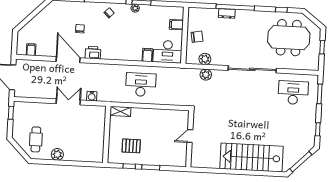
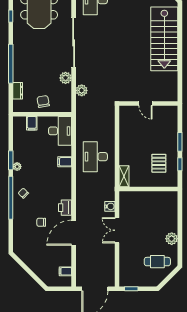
dresser: (227, 14) -> (18, 91), moved
filing cabinet: (147, 55) -> (65, 162), moved
plant: (205, 59) -> (66, 78), moved

